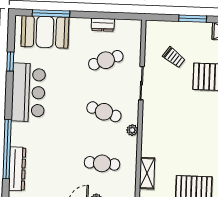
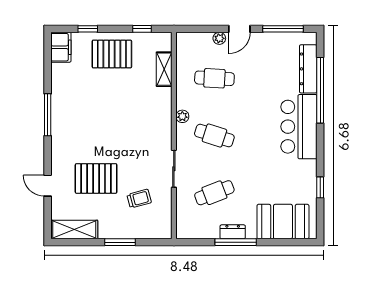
window: (51, 13) -> (236, 242), moved
dresser: (103, 25) -> (233, 232), moved
trolley: (174, 57) -> (139, 199), turned 129
bar counter: (28, 92) -> (299, 127), moved

